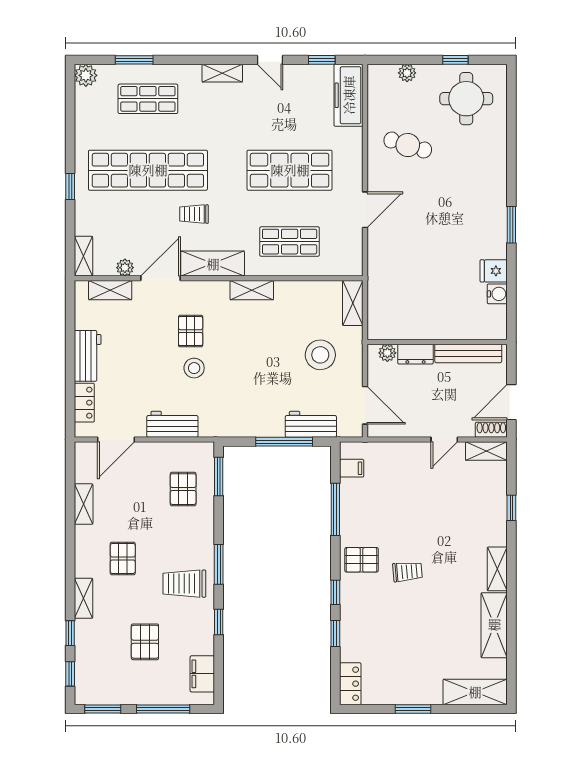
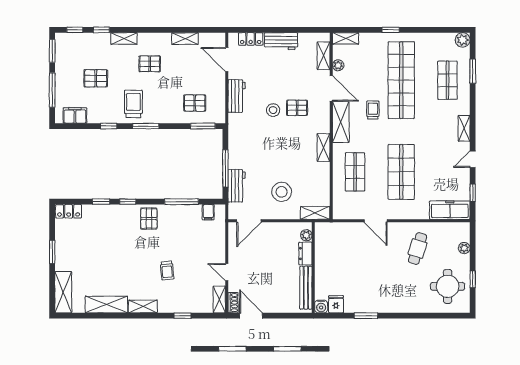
wall: (437, 342) -> (313, 268), moved
plant: (387, 353) -> (306, 235), moved
bench: (468, 353) -> (306, 288), moved
dresser: (415, 354) -> (305, 254), moved
trolley: (408, 572) -> (167, 271), moved

